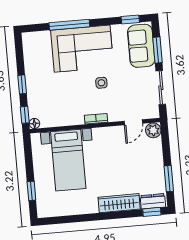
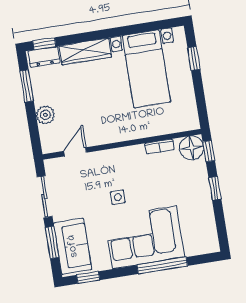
bookcase: (96, 119) -> (159, 147), moved
floor lamp: (34, 123) -> (192, 148), width x1.89, depth x1.89
plant: (153, 130) -> (45, 115), moved
bed with nightstands: (68, 160) -> (146, 69), moved, turned 180

